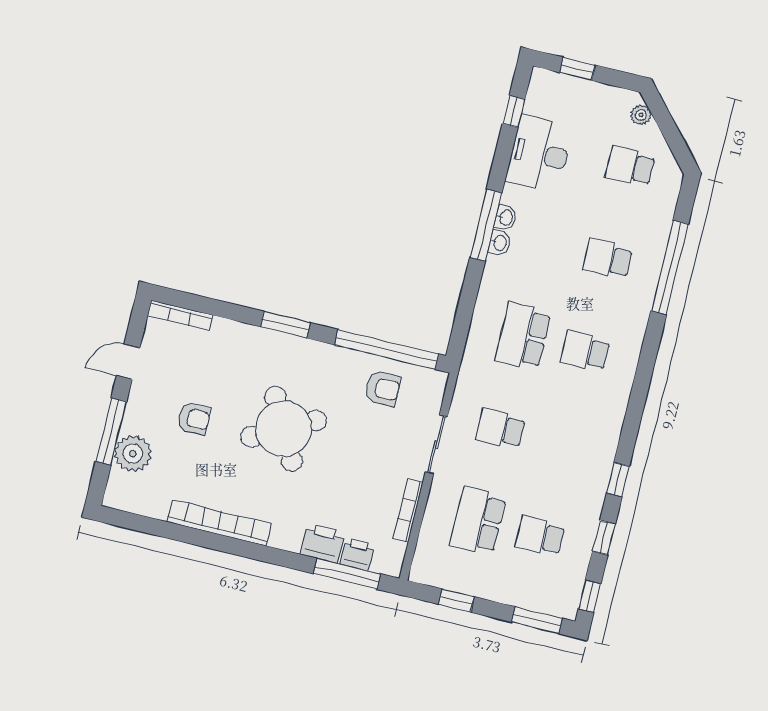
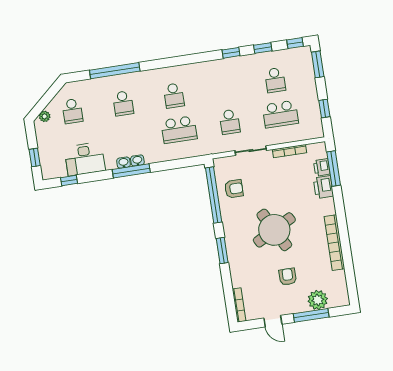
armchair: (383, 388) -> (234, 189), turned 90

